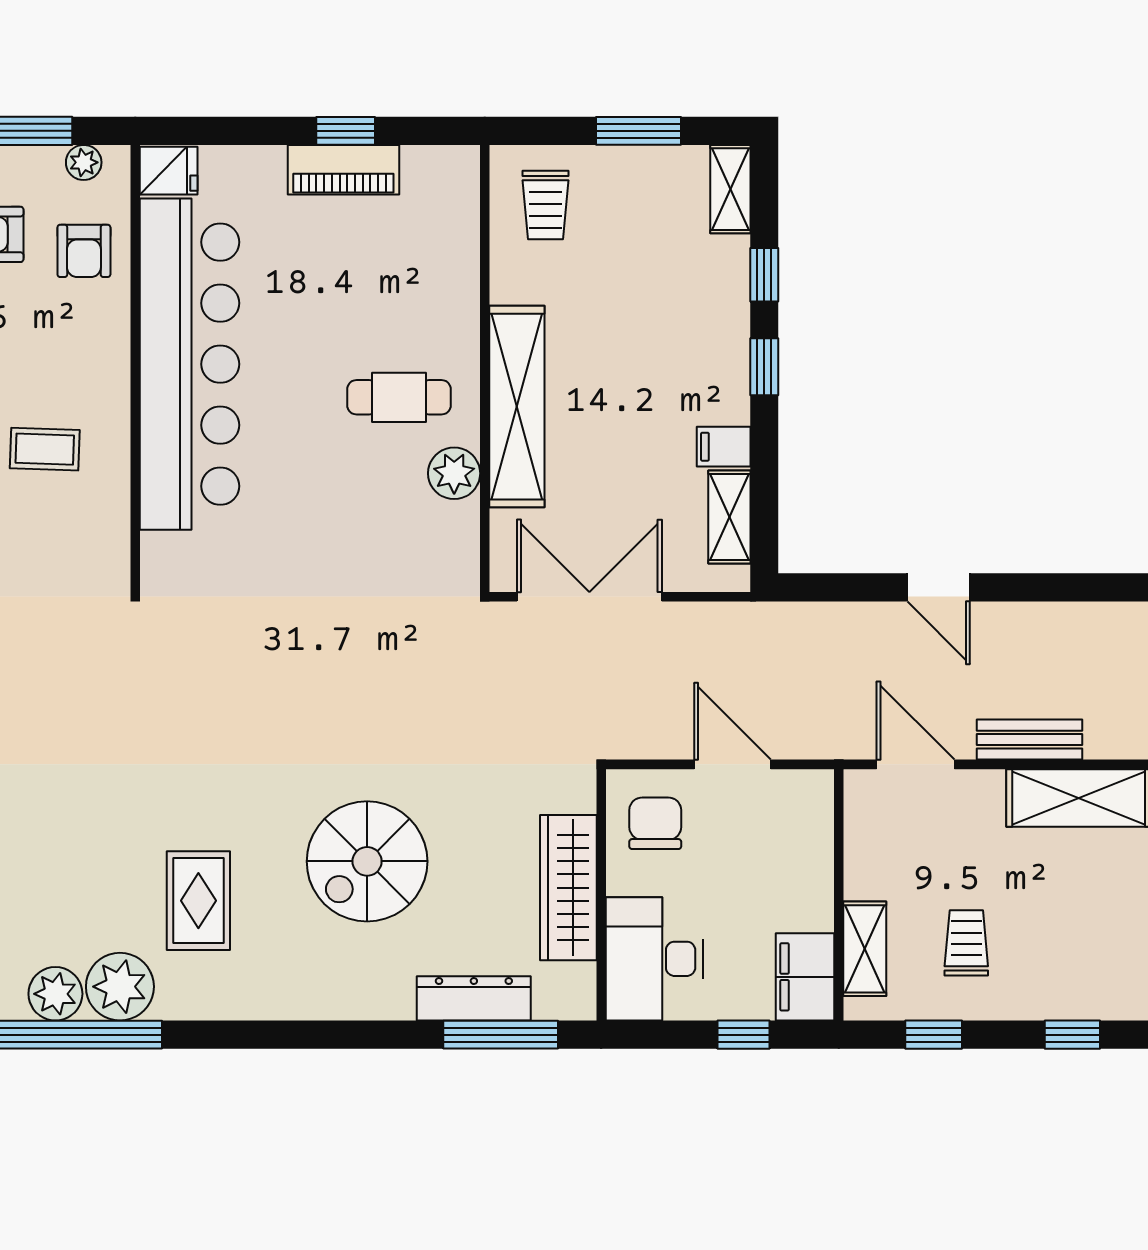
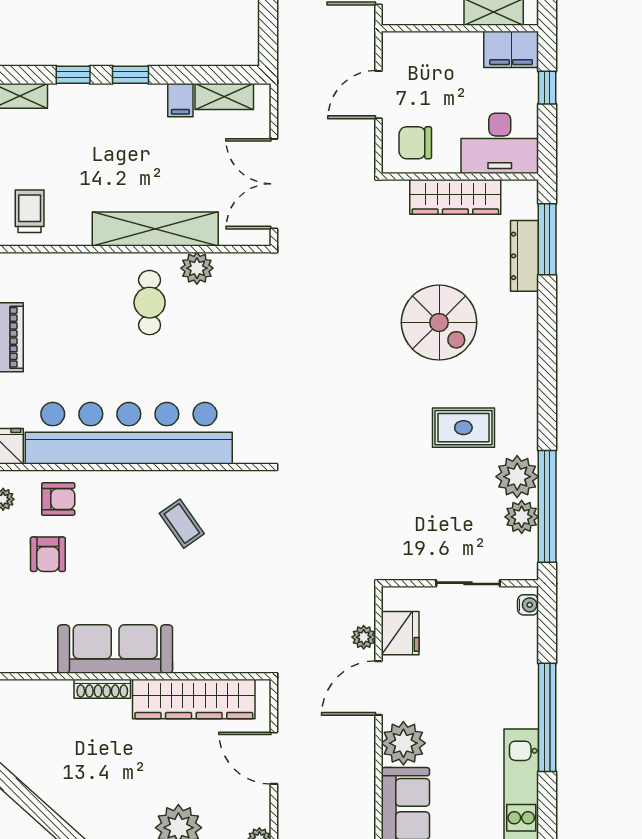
trolley: (545, 205) -> (30, 211), turned -90
coffee table: (45, 449) -> (182, 524), turned -37

